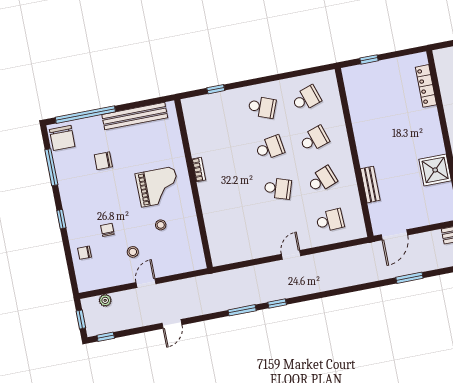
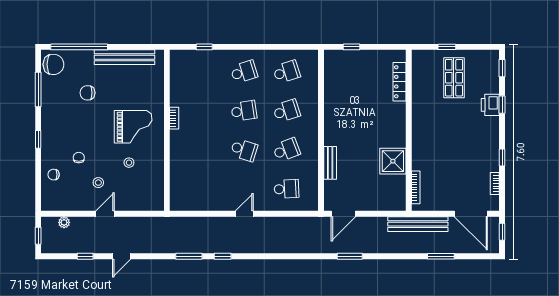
school desk: (262, 107) -> (244, 72), turned -39
chair: (62, 138) -> (53, 64), turned -90
window: (106, 337) -> (85, 256), moved

